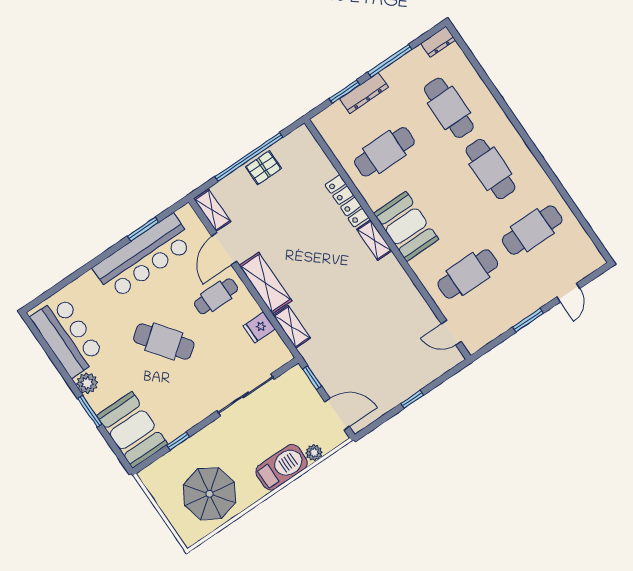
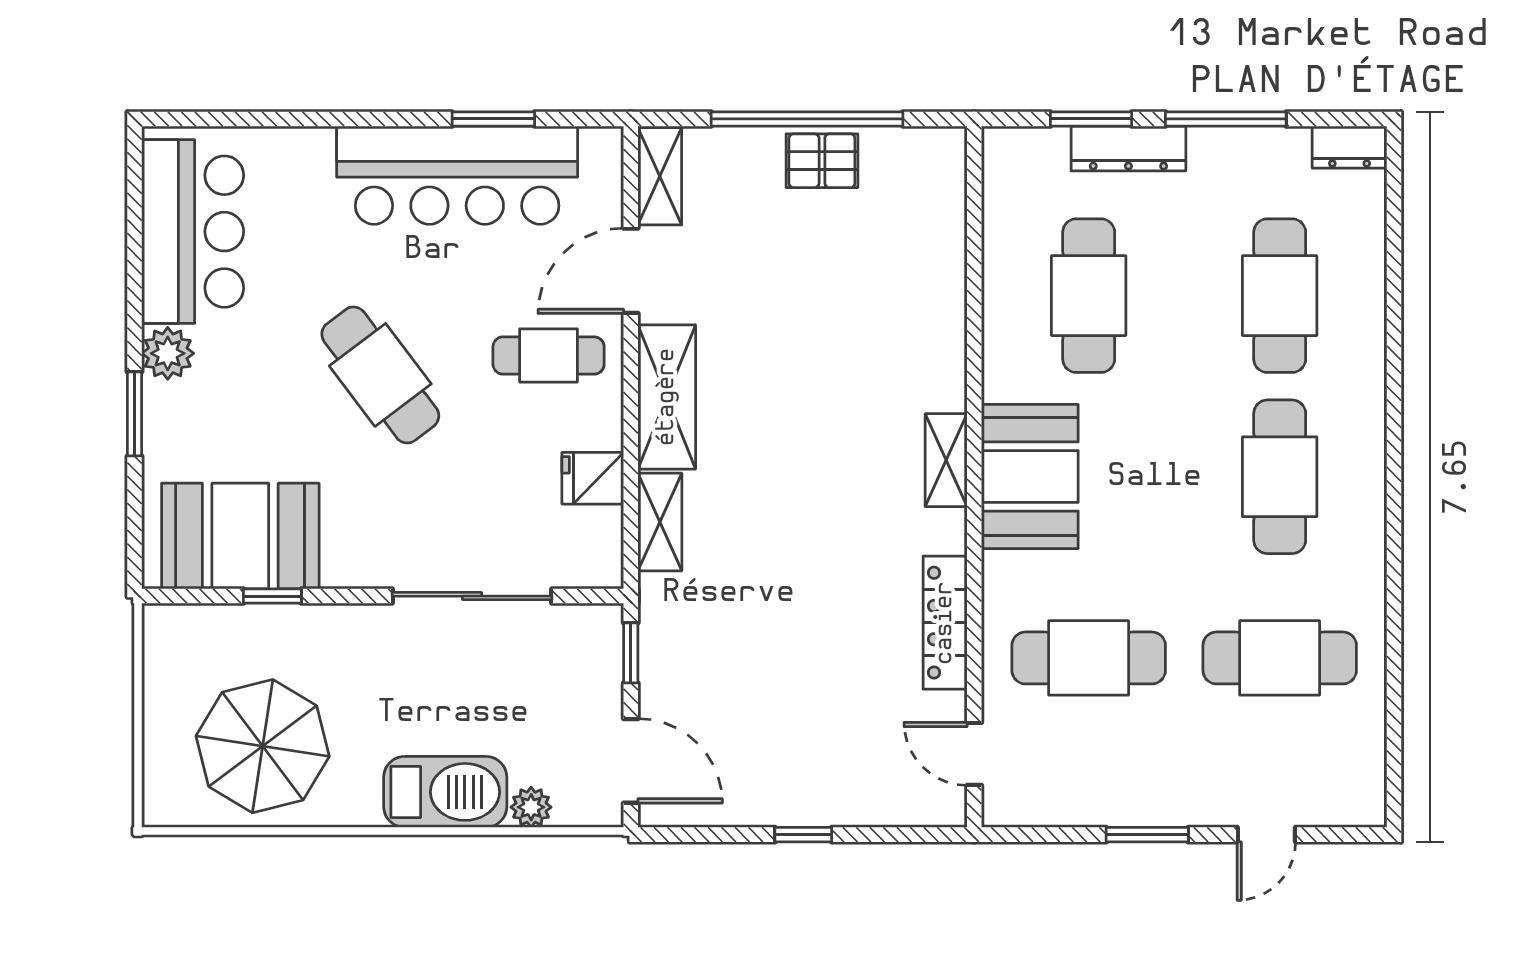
cafe table: (384, 152) -> (1089, 296), turned 90
locker: (347, 201) -> (945, 623), moved
booth: (132, 430) -> (240, 536), moved, turned 90

